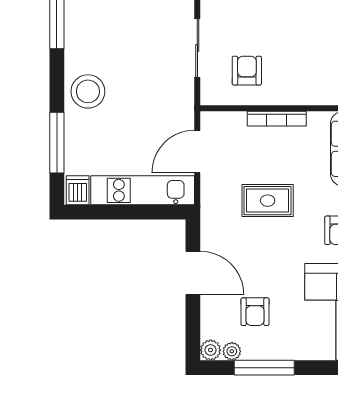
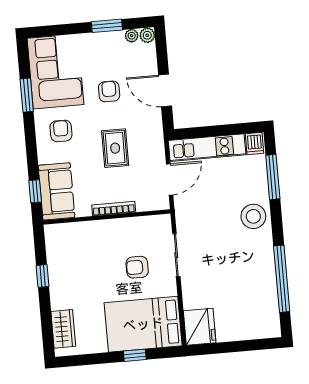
armchair: (247, 71) -> (137, 267), moved, turned 90
rug: (268, 201) -> (115, 148), turned 90
armchair: (255, 312) -> (109, 91), moved
window: (264, 368) -> (107, 26), width x0.69

